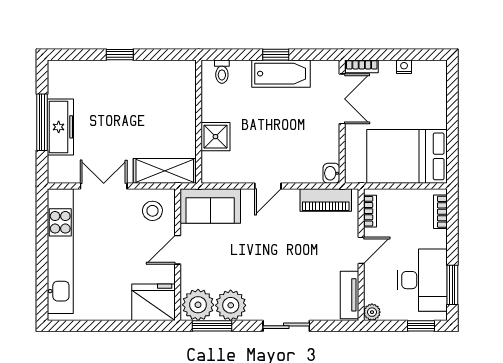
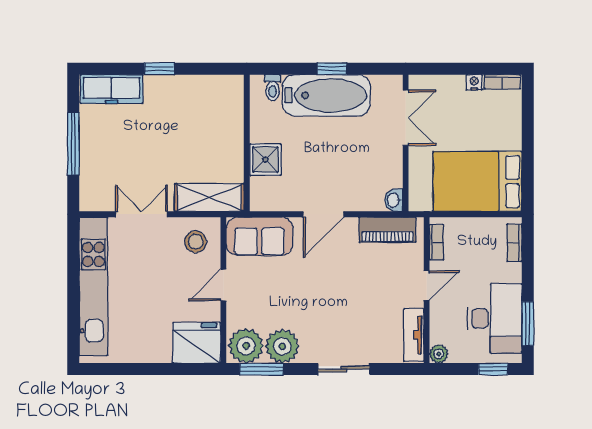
bookcase: (362, 66) -> (502, 82), moved
bathtub: (281, 74) -> (326, 95), width x1.36, depth x1.36
freezer: (60, 127) -> (112, 89), moved, turned 90
door: (268, 186) -> (323, 214), width x1.38

